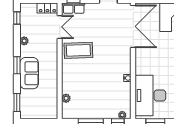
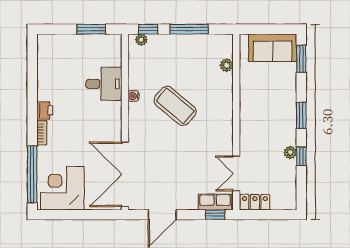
window: (17, 18) -> (301, 156), moved
coffee table: (78, 50) -> (175, 106), moved, turned 42
sofa: (29, 73) -> (273, 48), moved, turned -90
desk: (150, 95) -> (104, 84), width x0.53, depth x0.77

